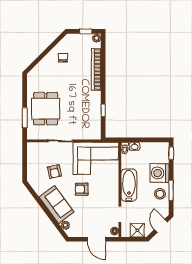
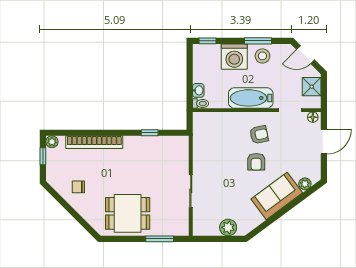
dining table: (46, 109) -> (128, 213), moved
corner sofa: (96, 158) -> (214, 143), removed
plant: (33, 168) -> (228, 227), added
armchair: (54, 172) -> (259, 135), moved

